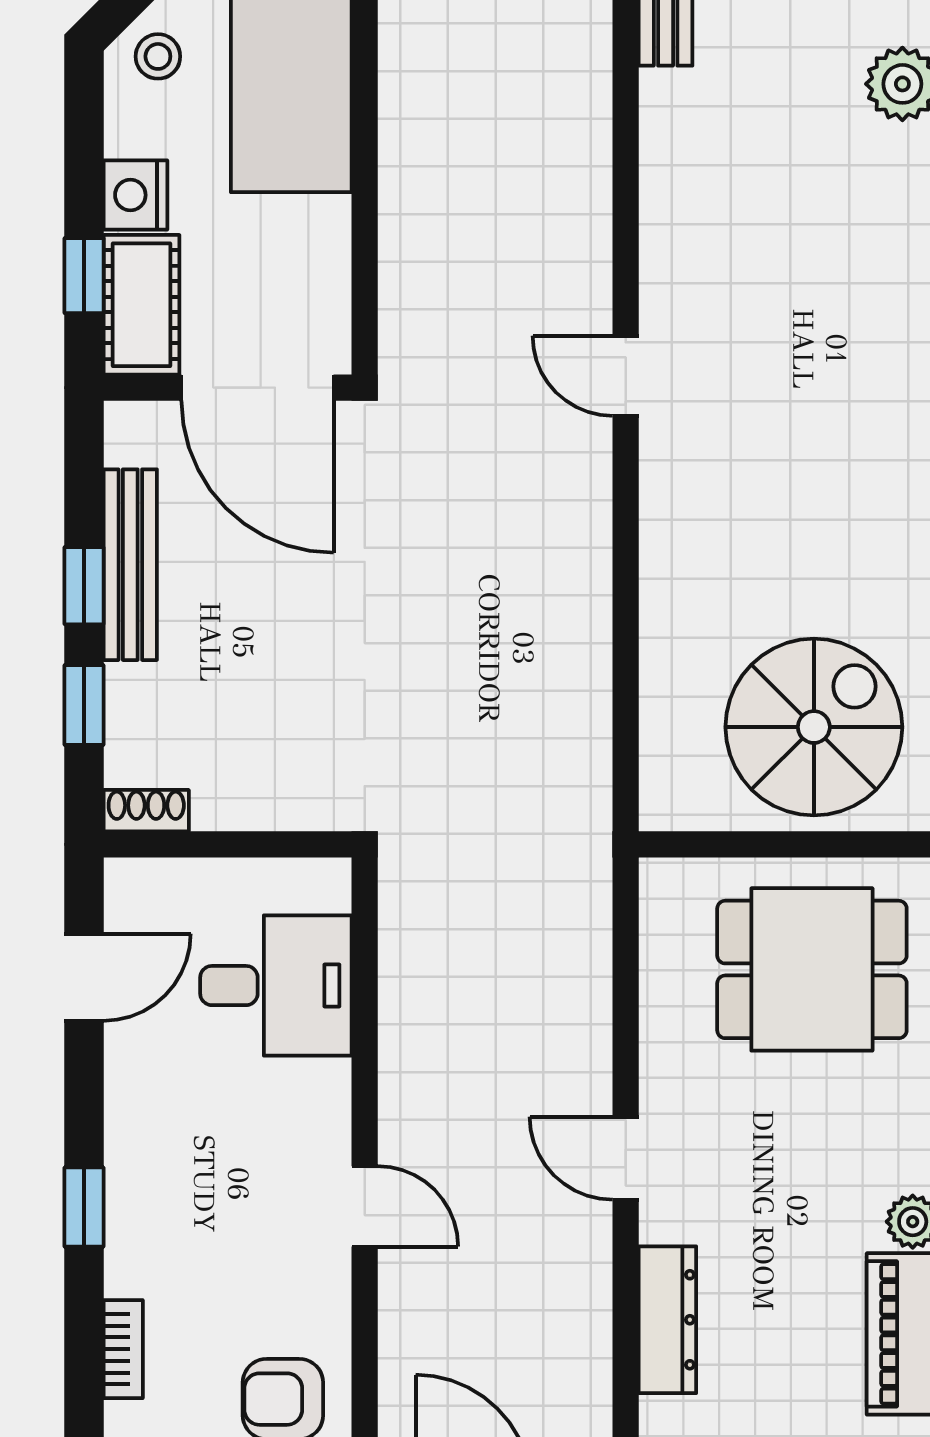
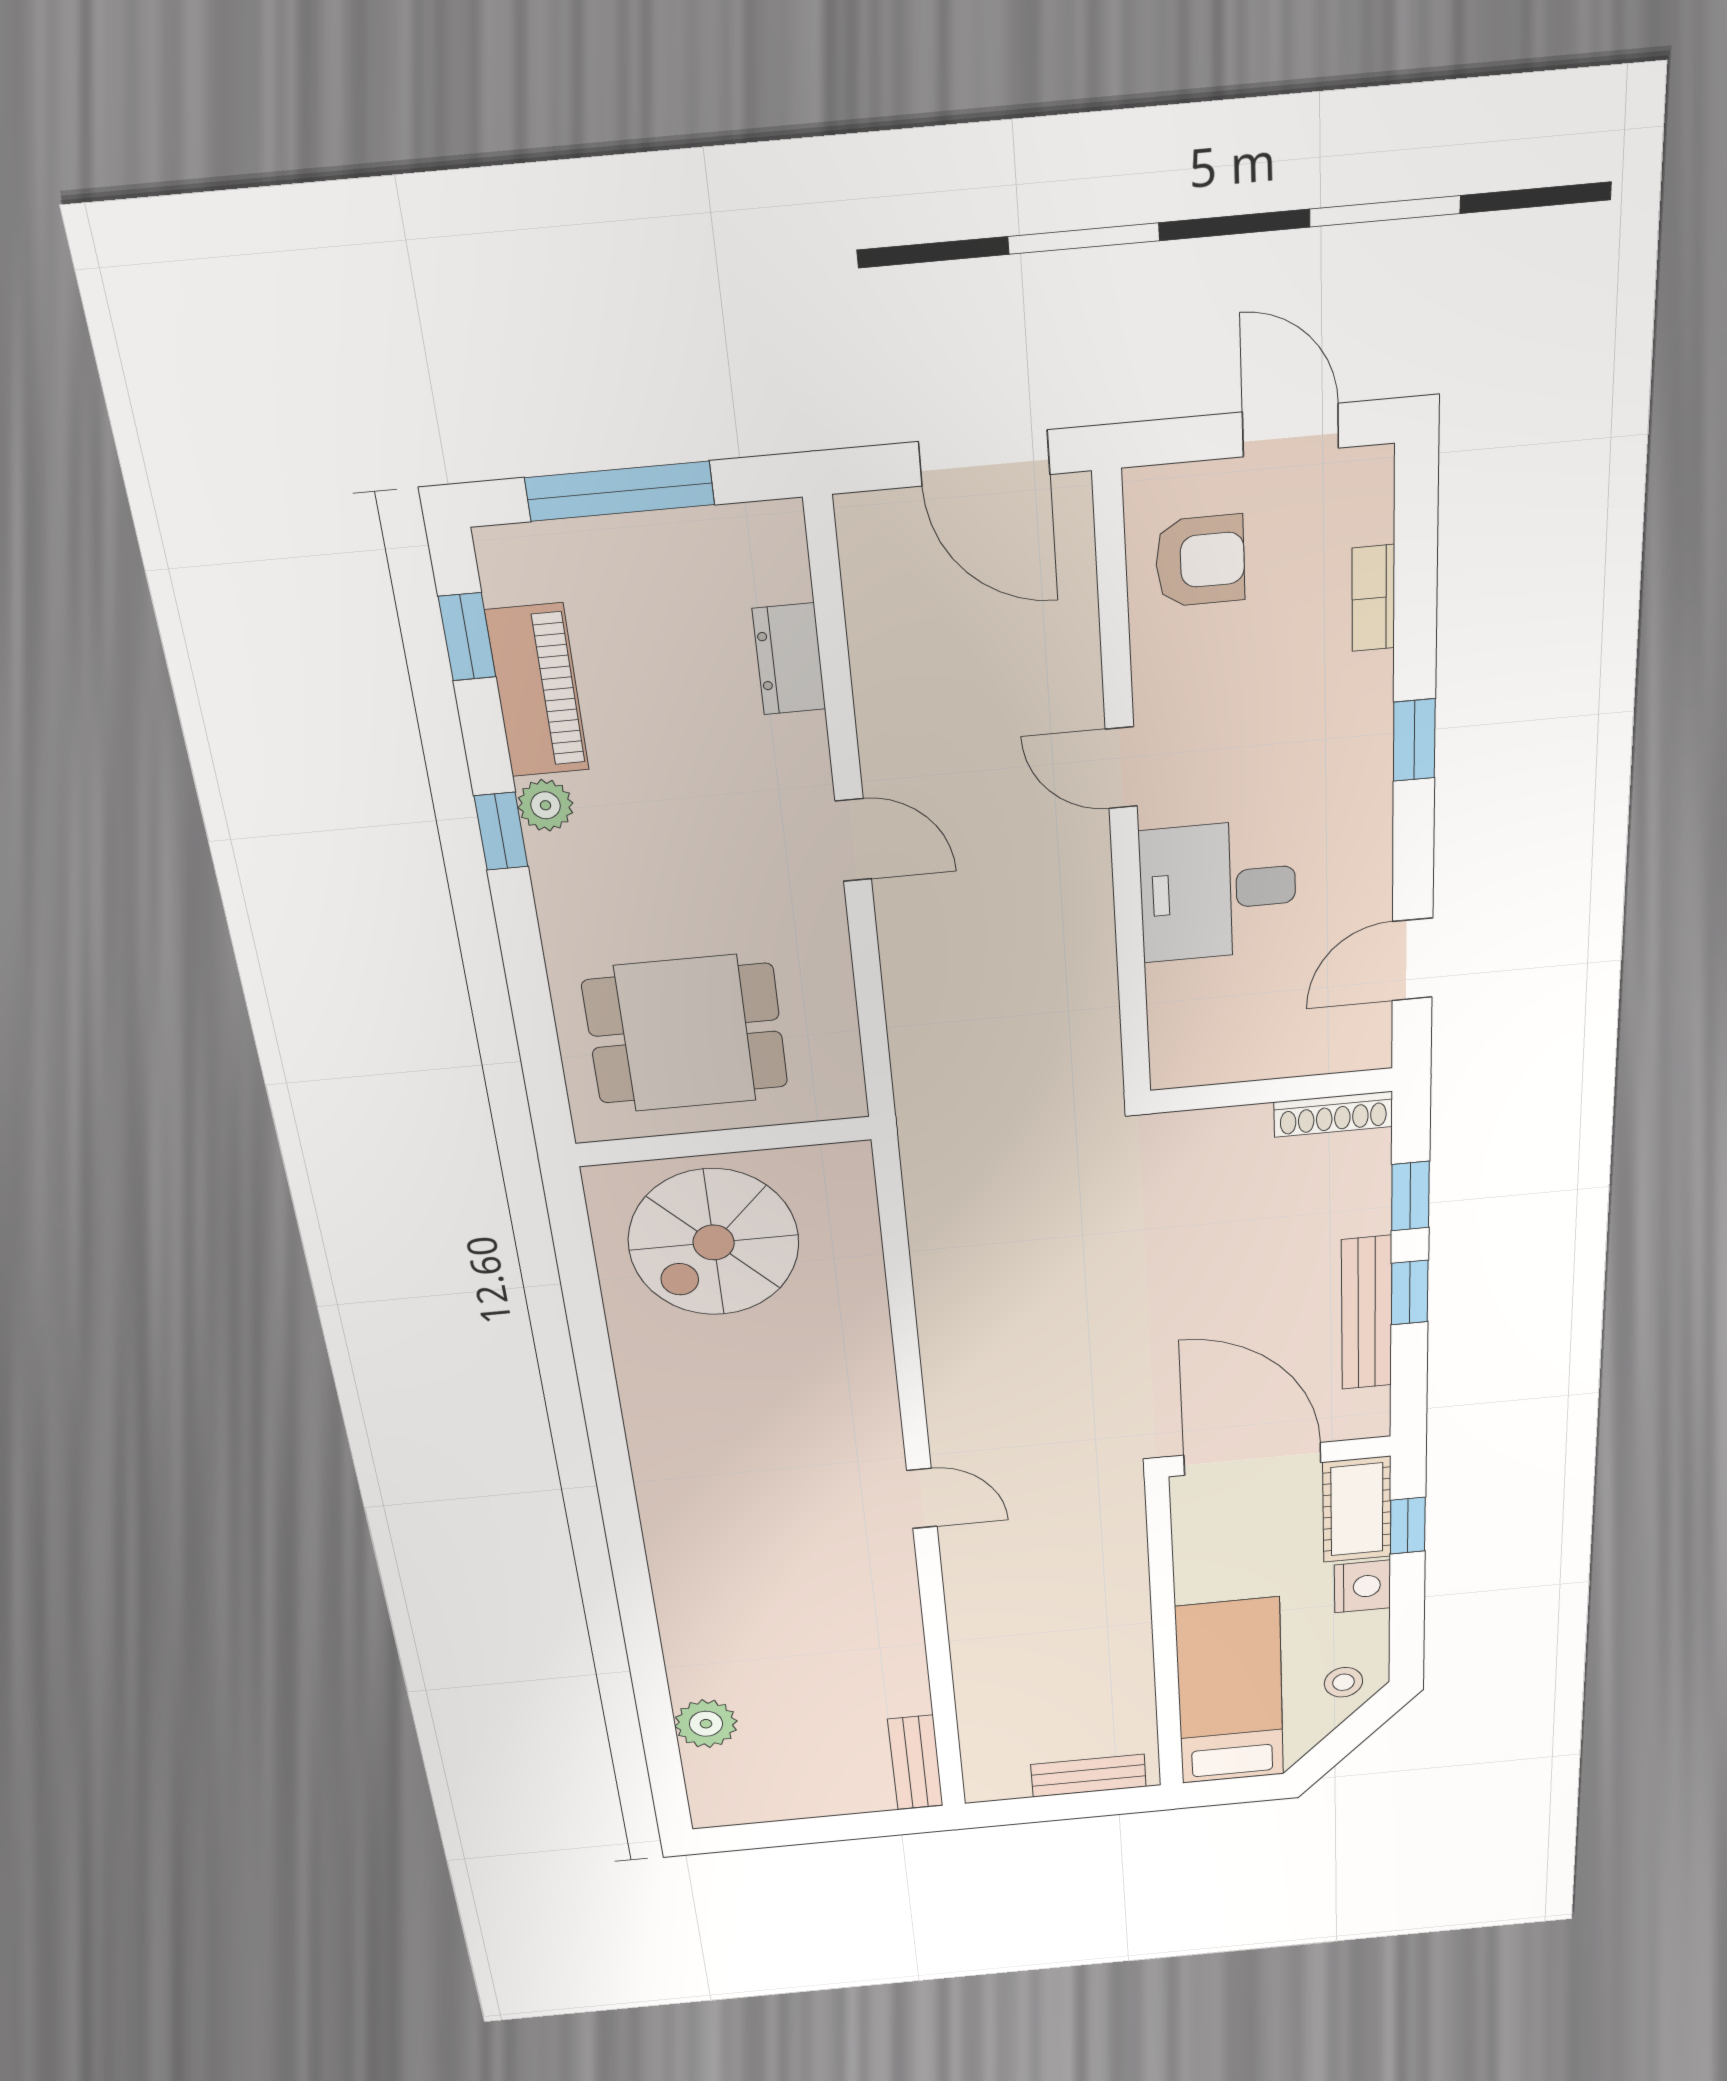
shoe rack: (146, 811) -> (1333, 1114), width x1.43
desk: (276, 986) -> (1218, 891), moved
dresser: (667, 1320) -> (789, 659), width x0.70

